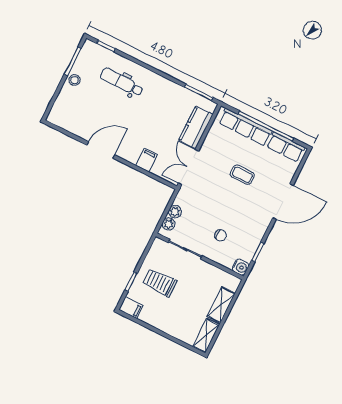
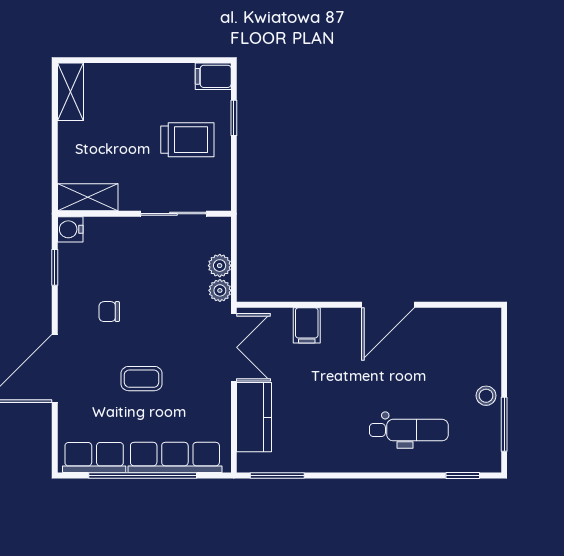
plant: (169, 224) -> (220, 290), moved
chair: (220, 235) -> (109, 312), moved
shelving: (221, 305) -> (88, 197), moved, turned 90

